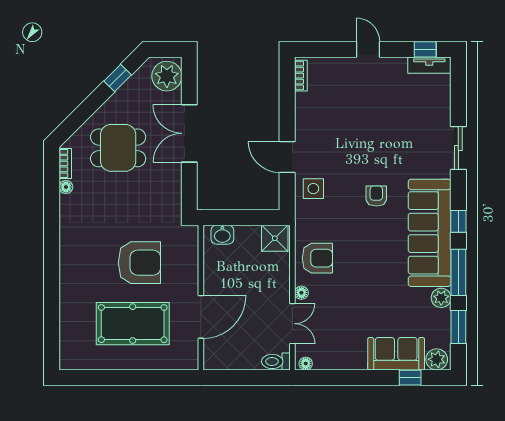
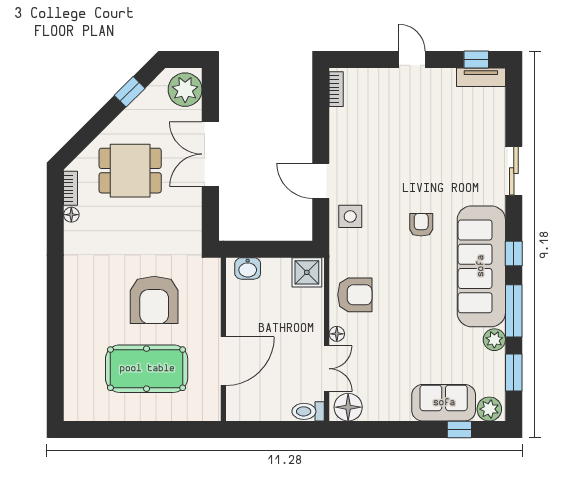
armchair: (139, 263) -> (154, 300), turned 90
floor lamp: (306, 364) -> (348, 407), width x1.89, depth x1.89

